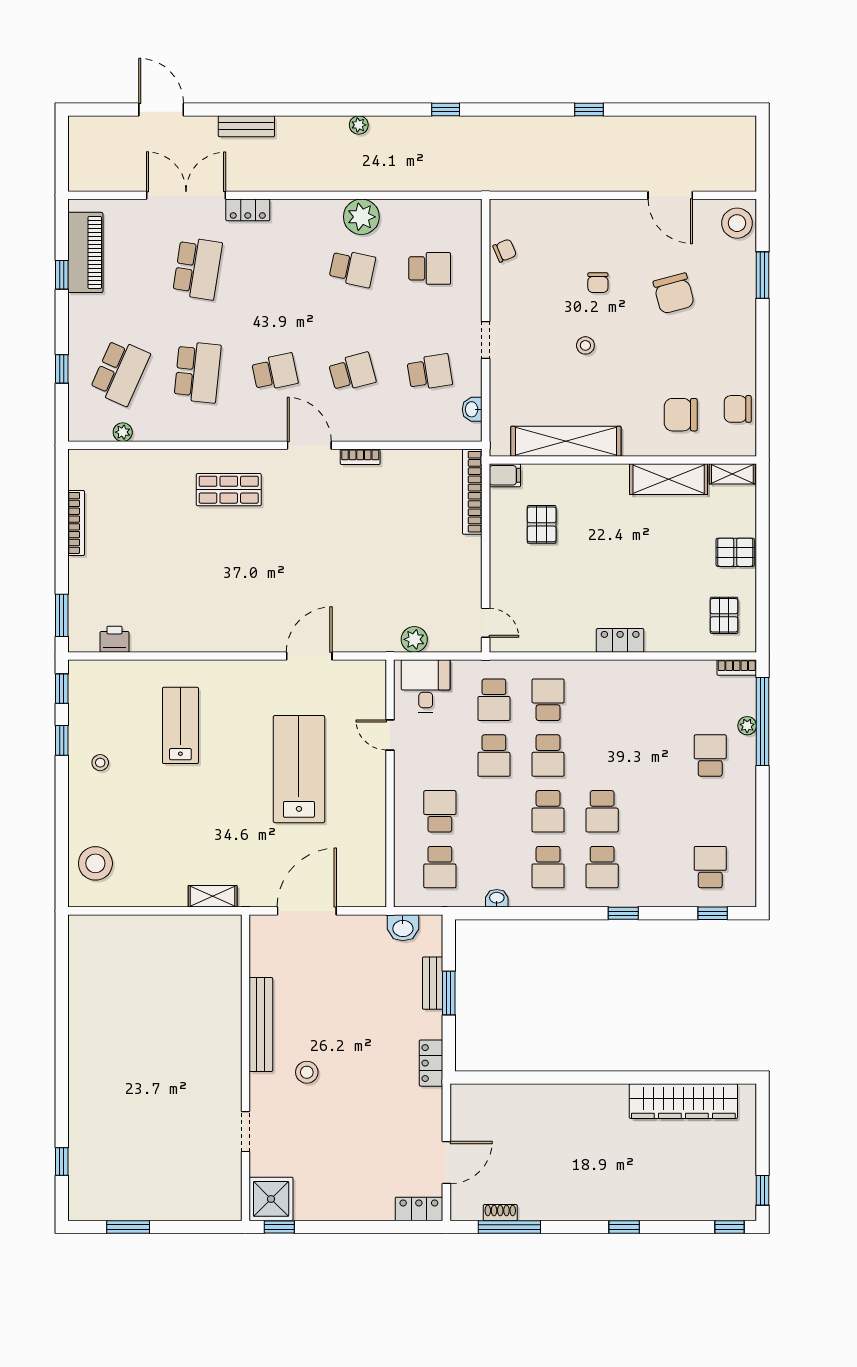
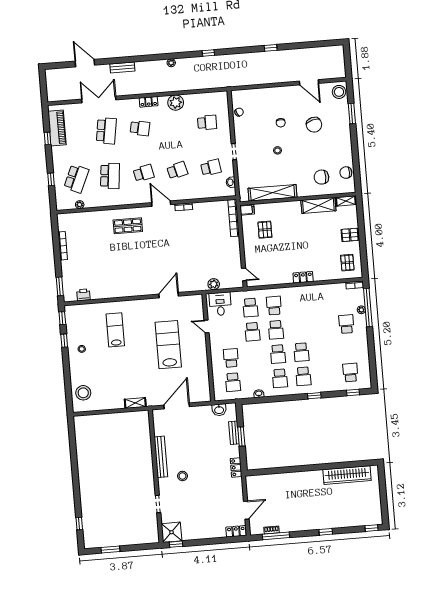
locker: (248, 210) -> (149, 102), moved
school desk: (352, 268) -> (140, 128), moved
window: (763, 1190) -> (385, 511), removed

